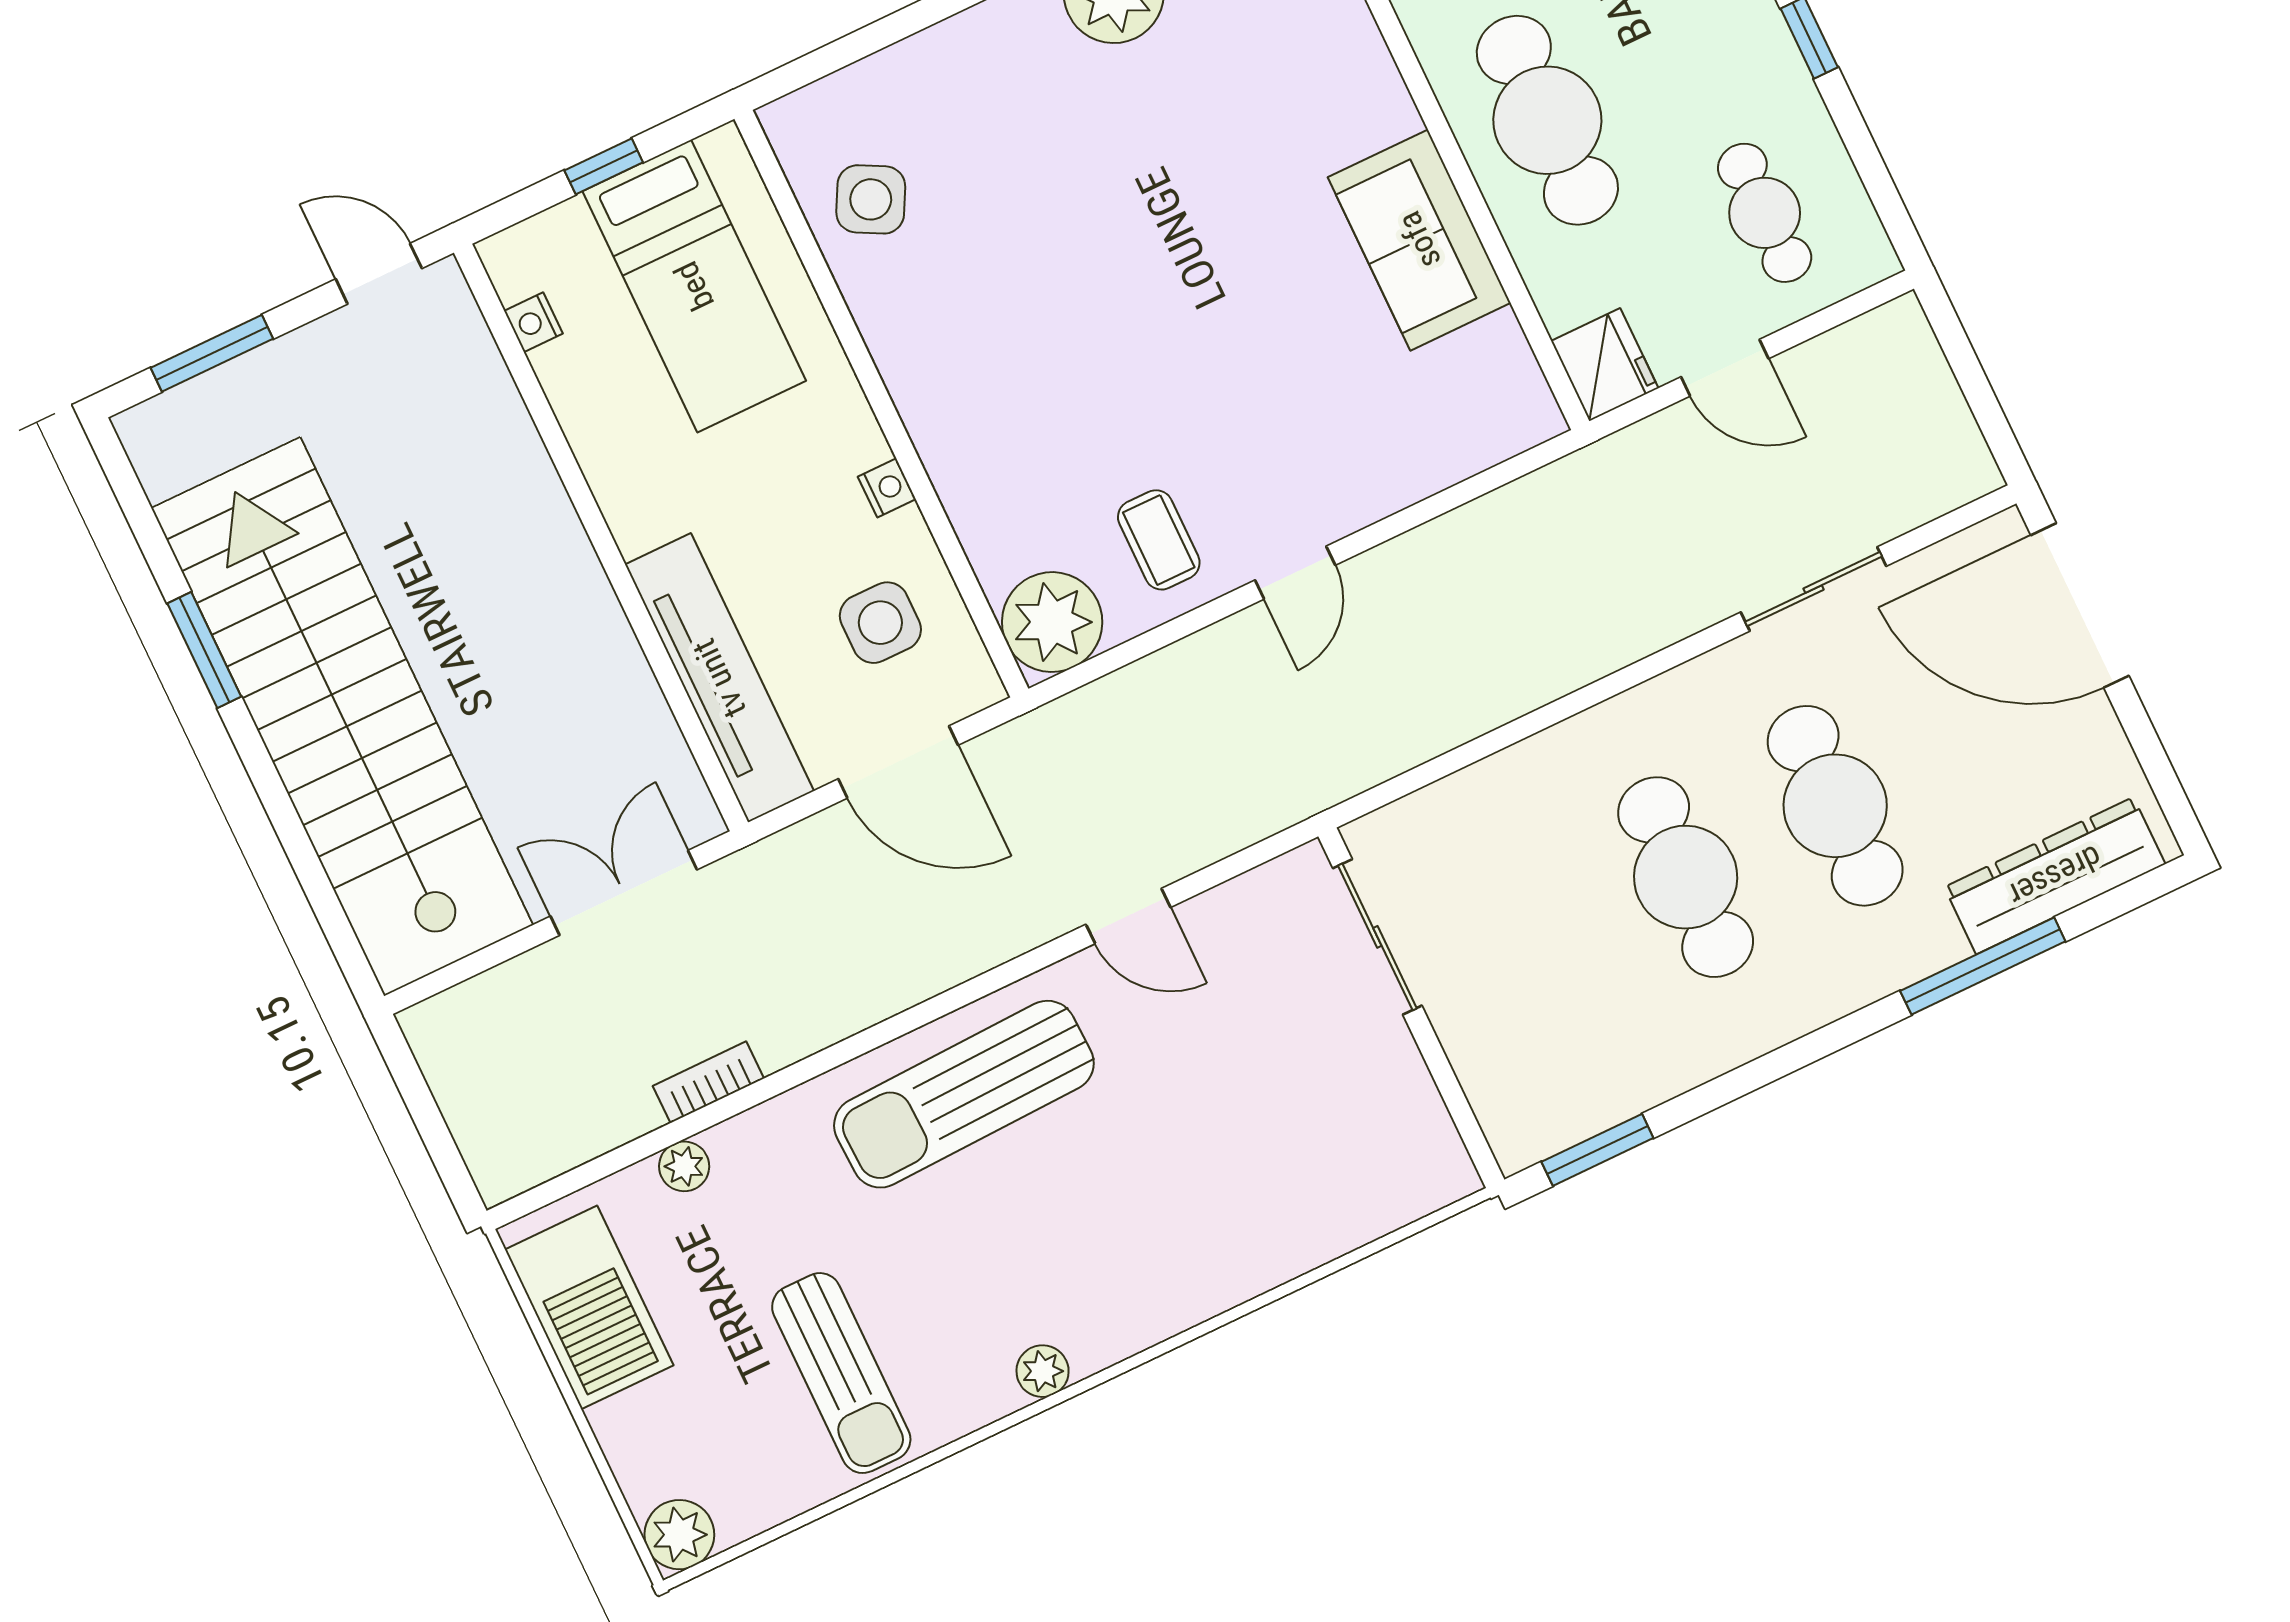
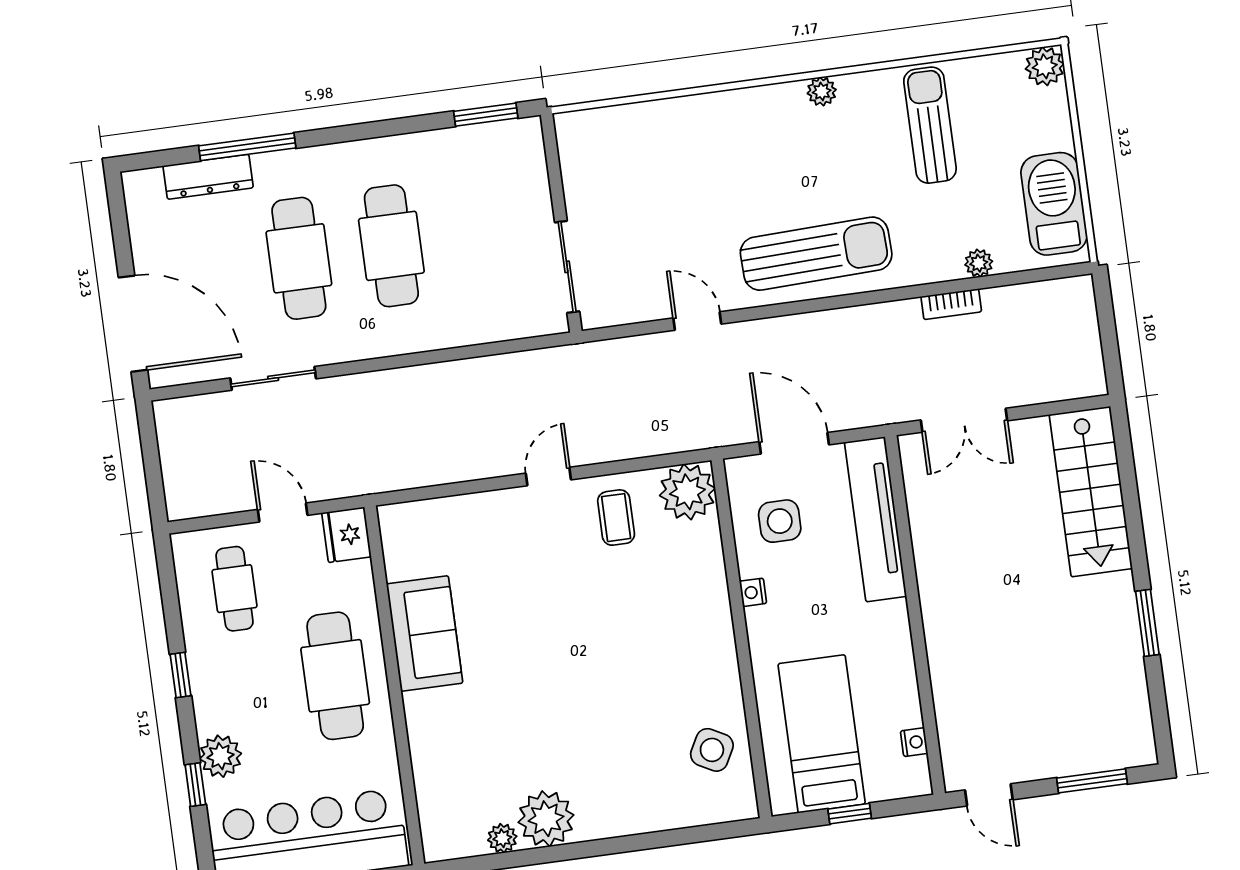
stairs: (342, 716) -> (1091, 492), width x0.54, depth x0.66
dresser: (2055, 876) -> (208, 177), width x0.73, depth x0.80

